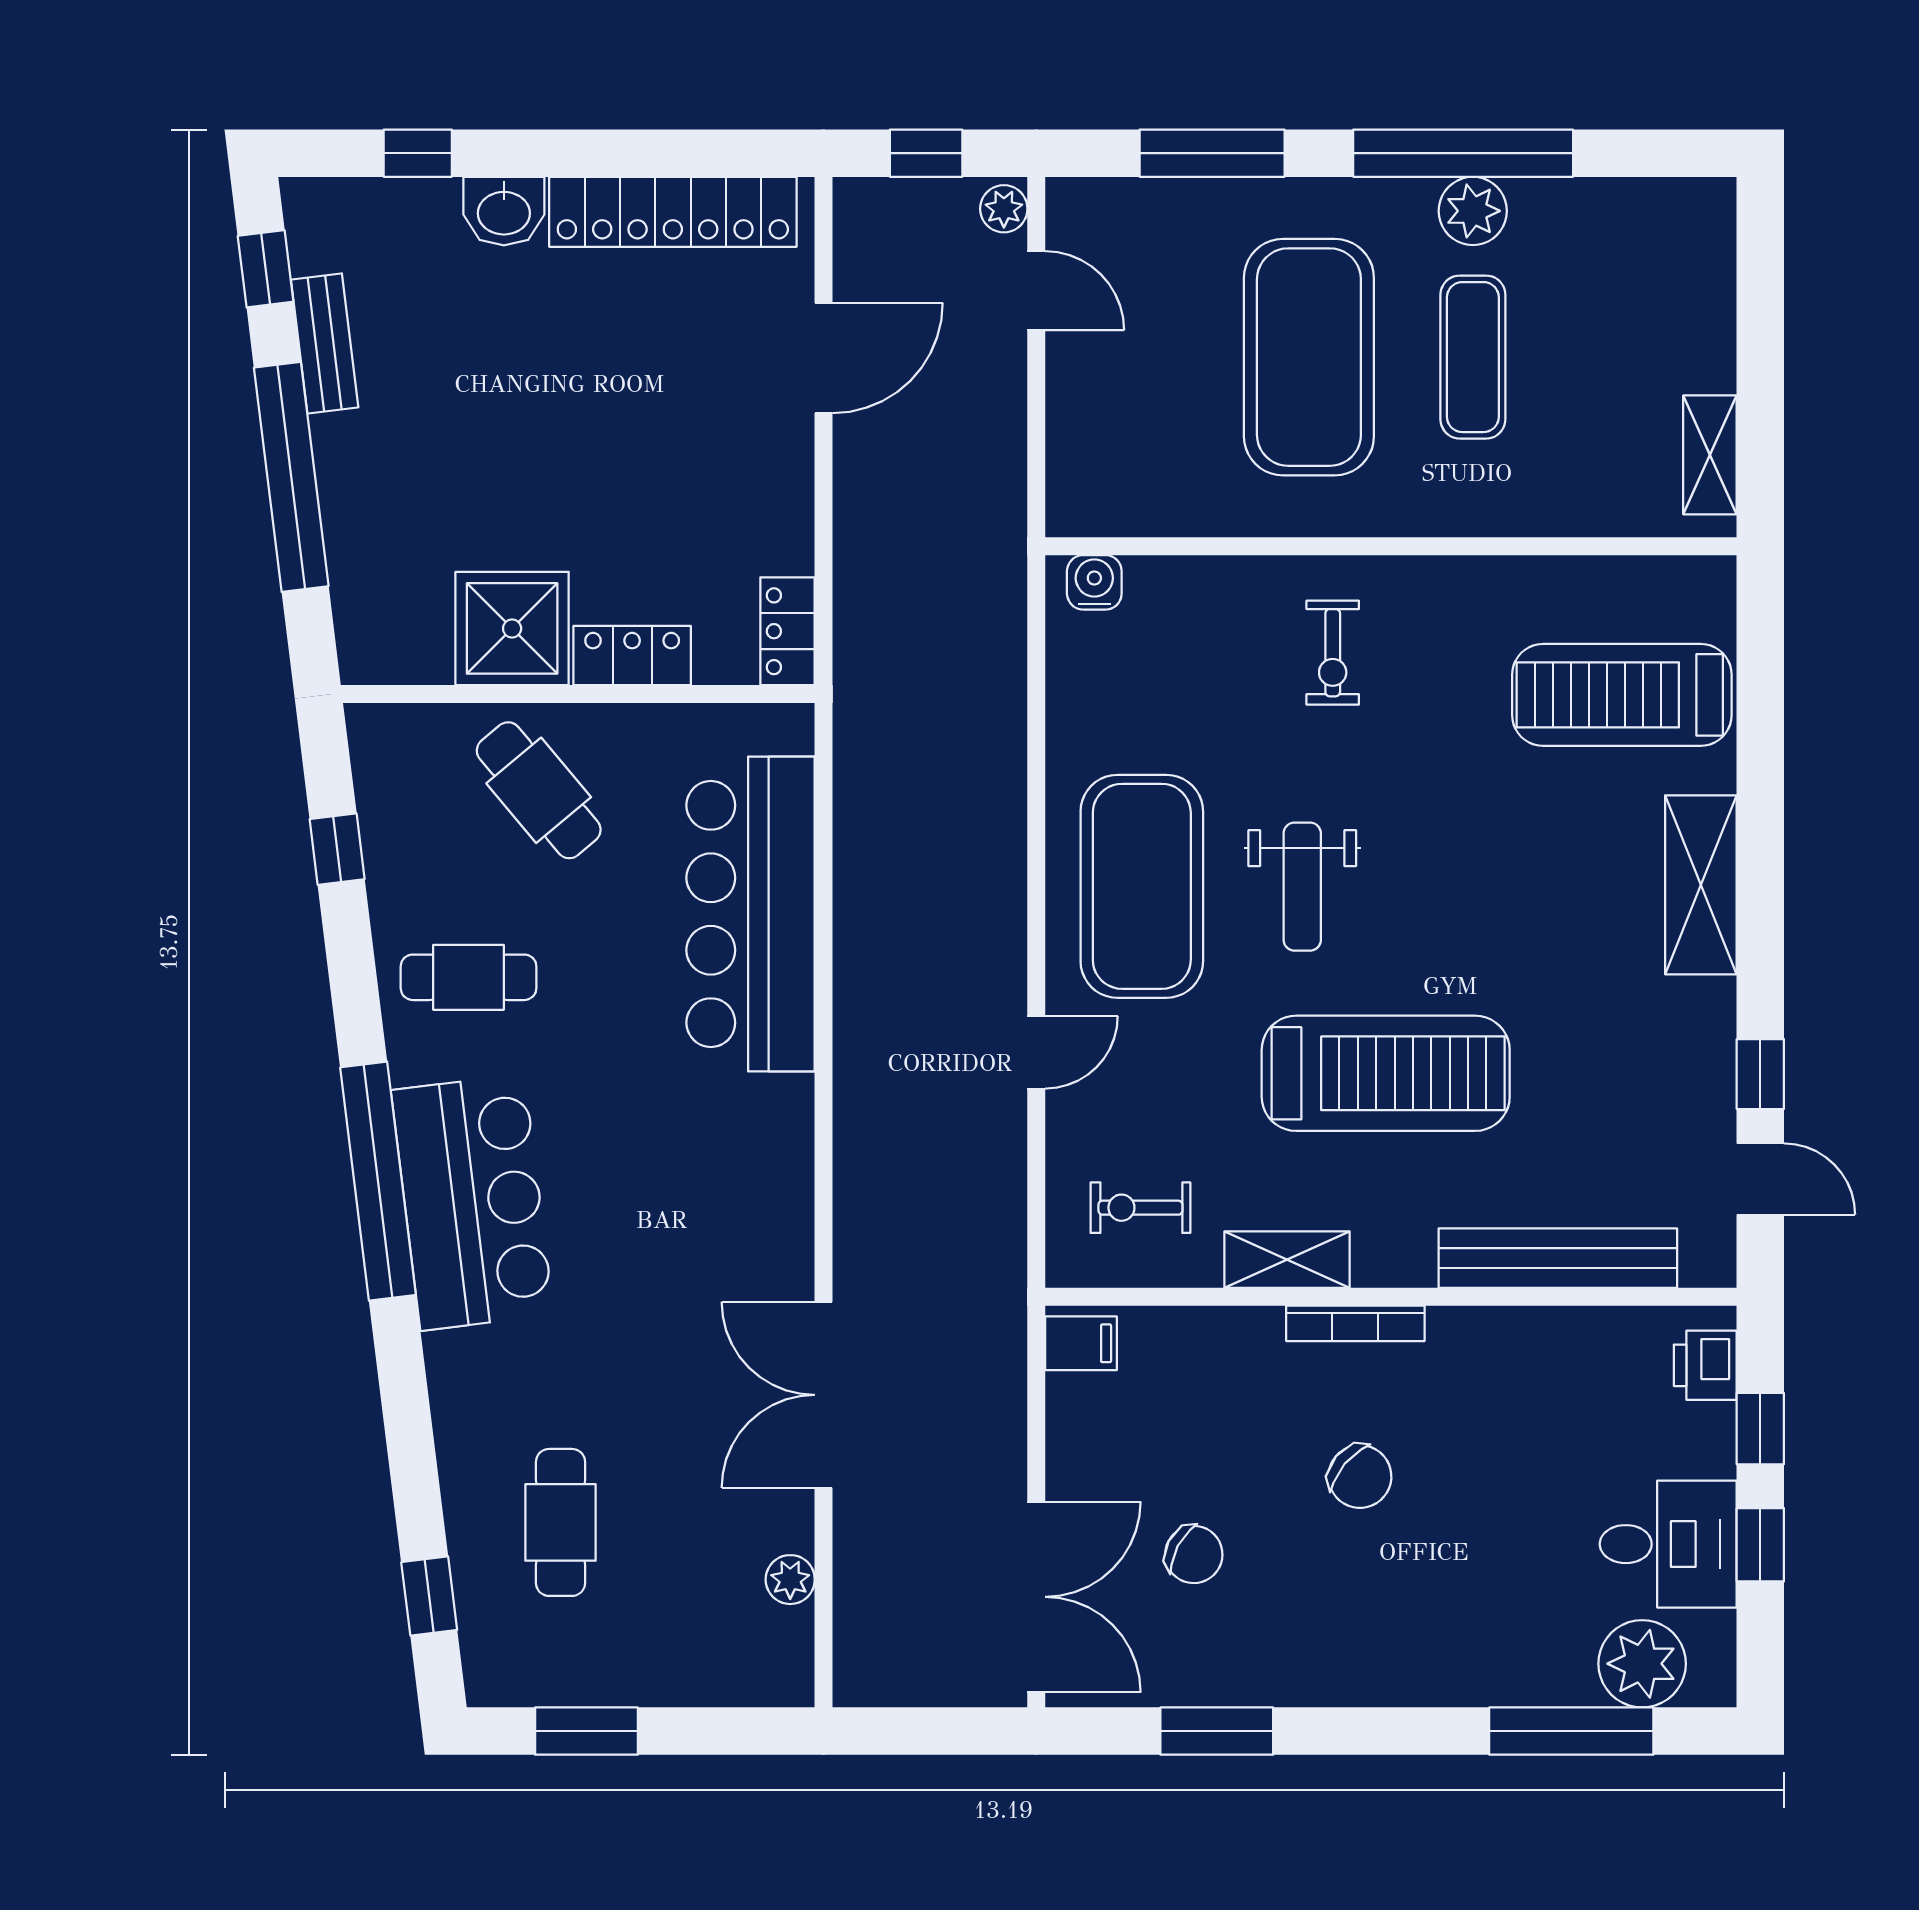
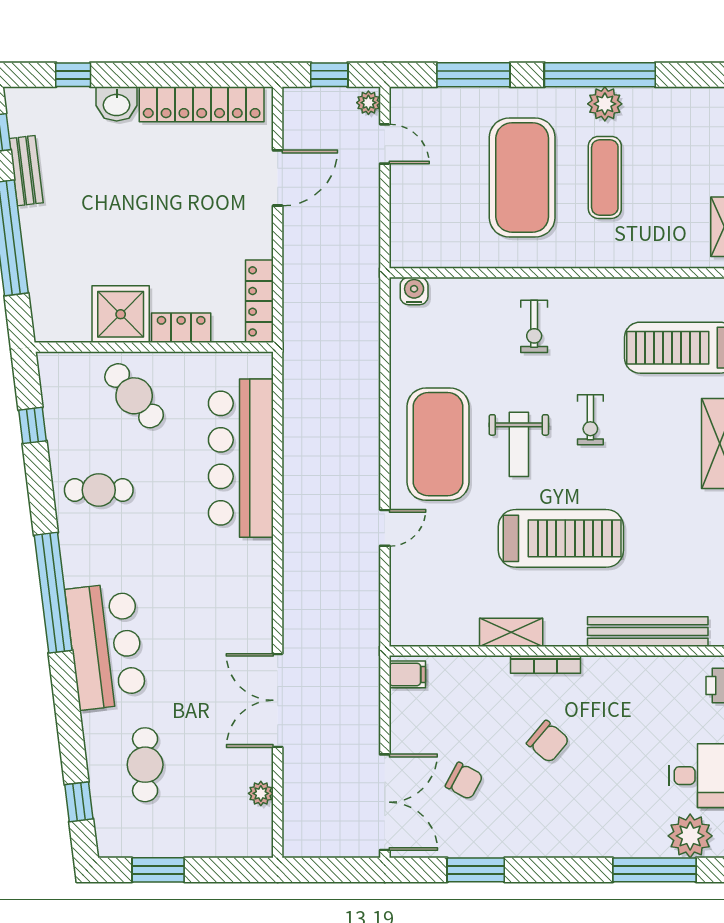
locker: (788, 631) -> (259, 301), width x1.53
bar counter: (472, 1202) -> (106, 646), moved
exercise bike: (1140, 1208) -> (590, 420), moved, turned -90

